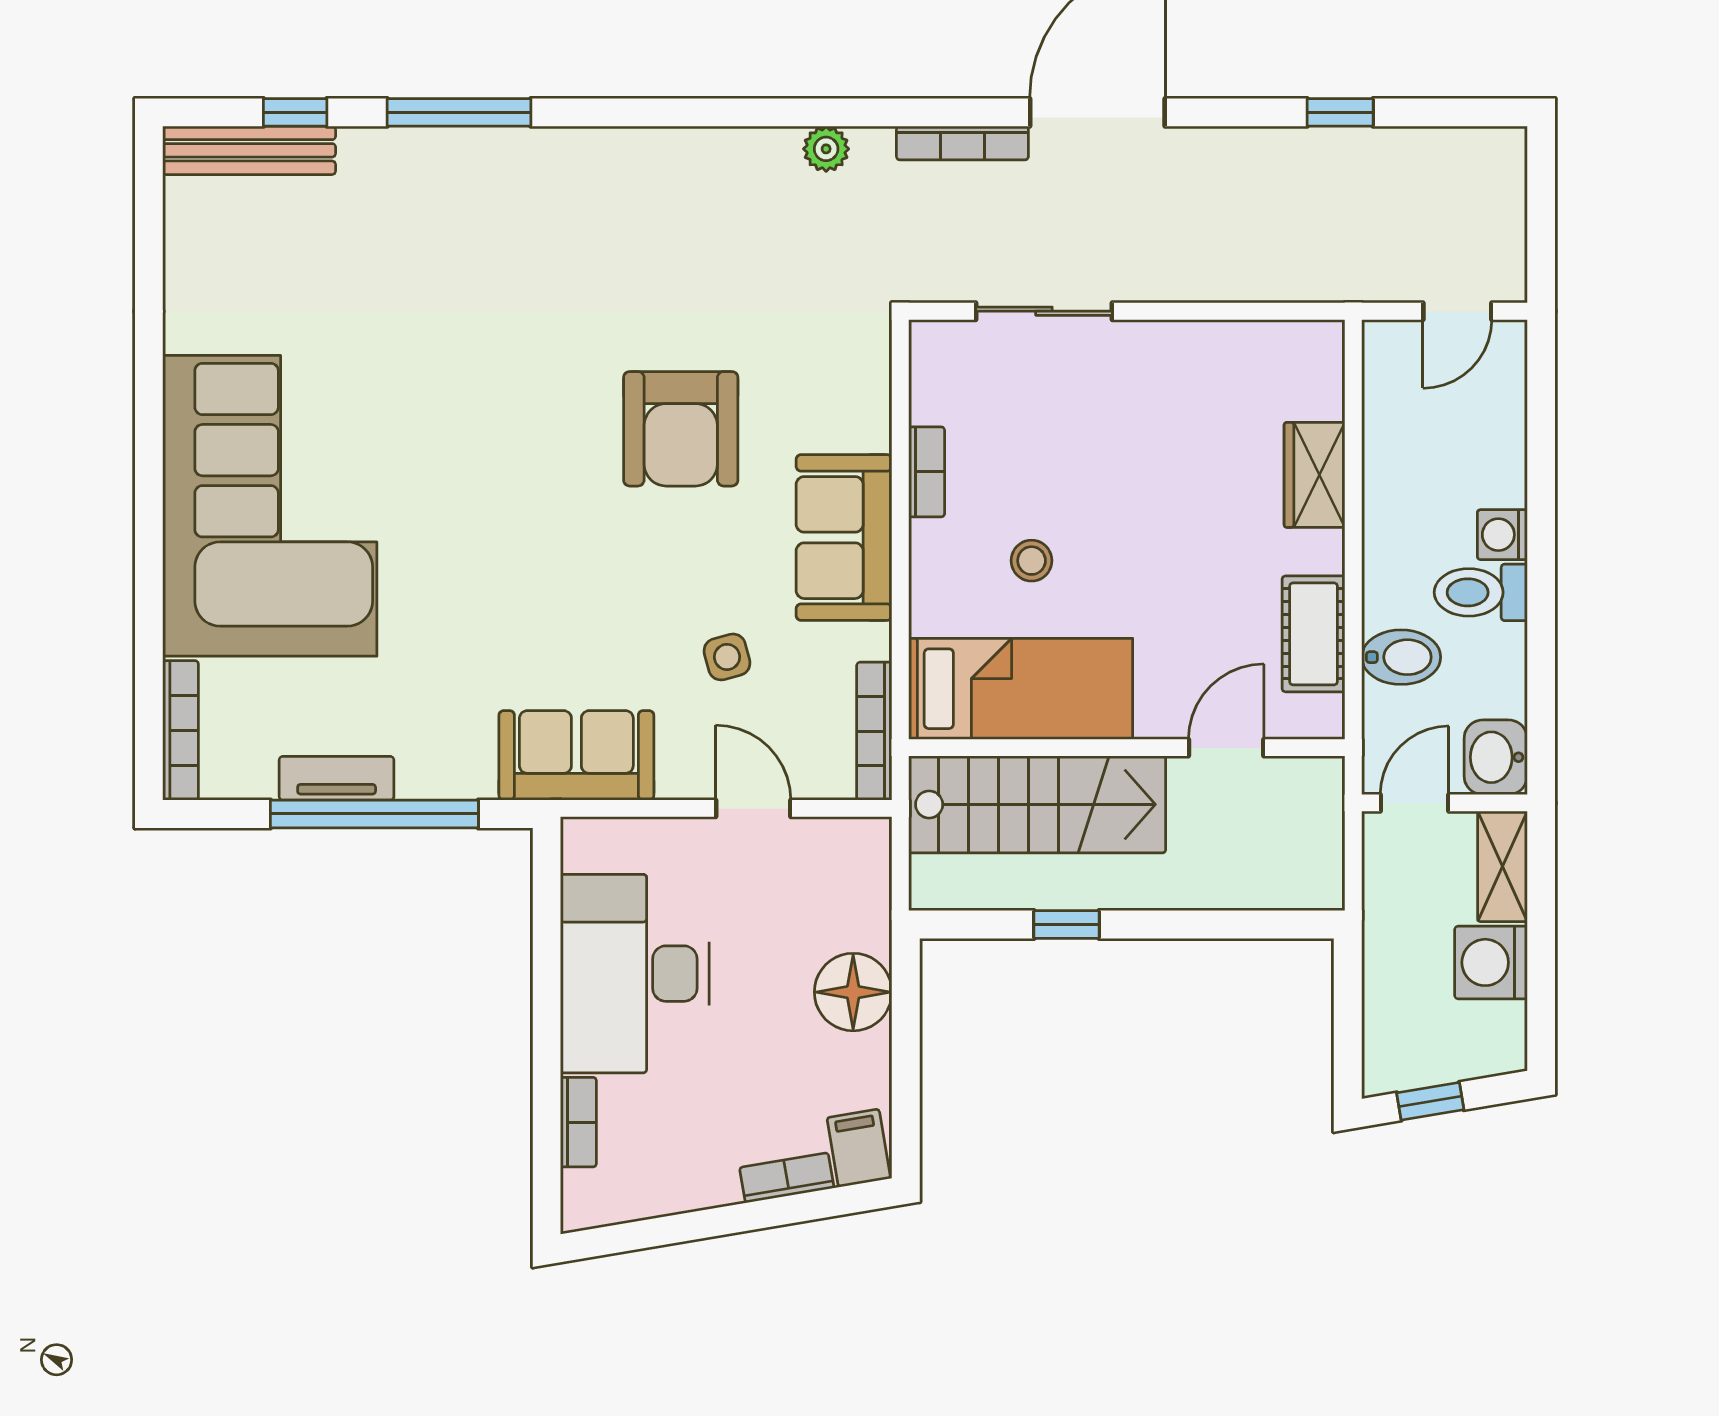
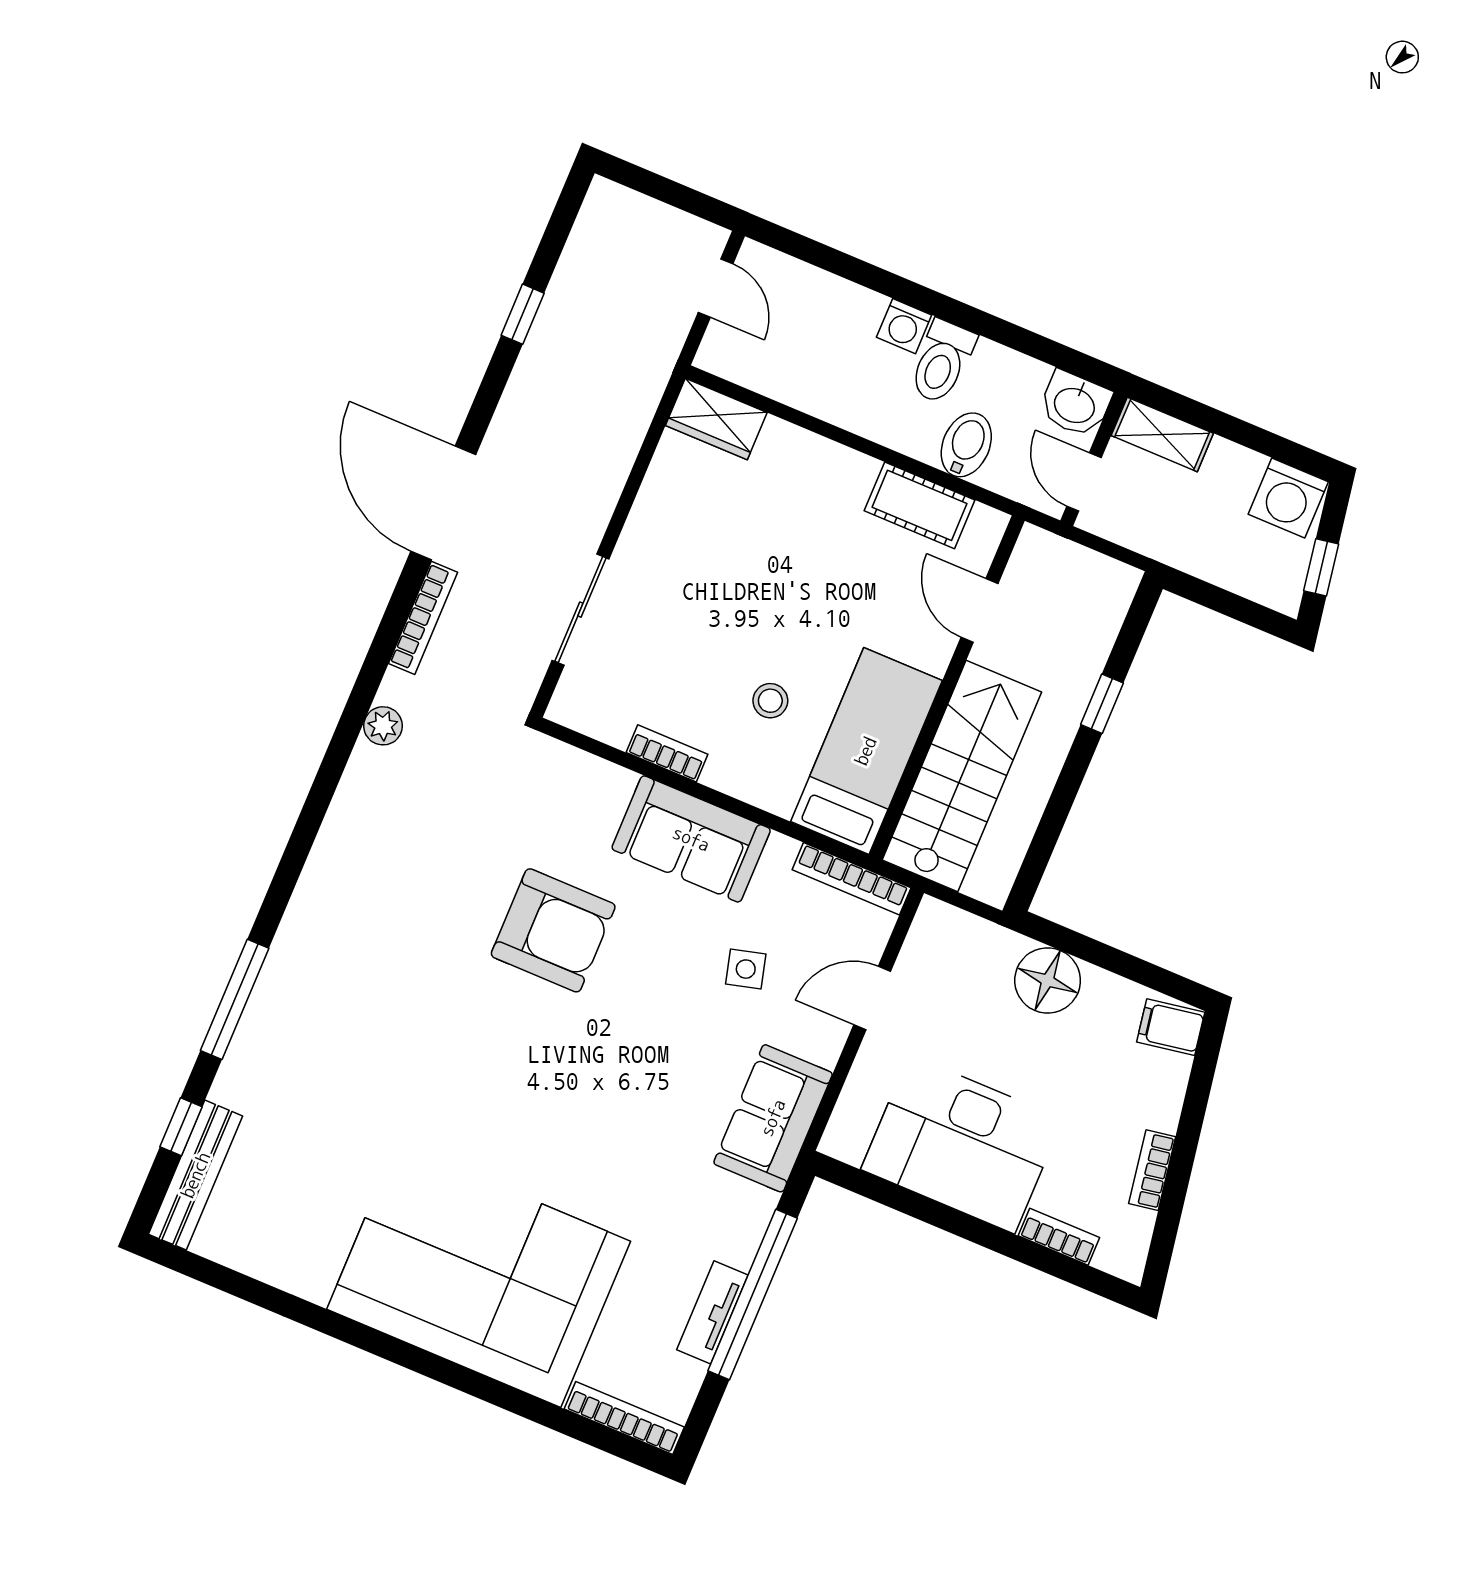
wardrobe: (1315, 475) -> (716, 419), moved
window: (1066, 924) -> (1102, 704), moved
washing machine: (1491, 962) -> (1288, 498), moved
bookcase: (787, 1178) -> (1152, 1170), moved

